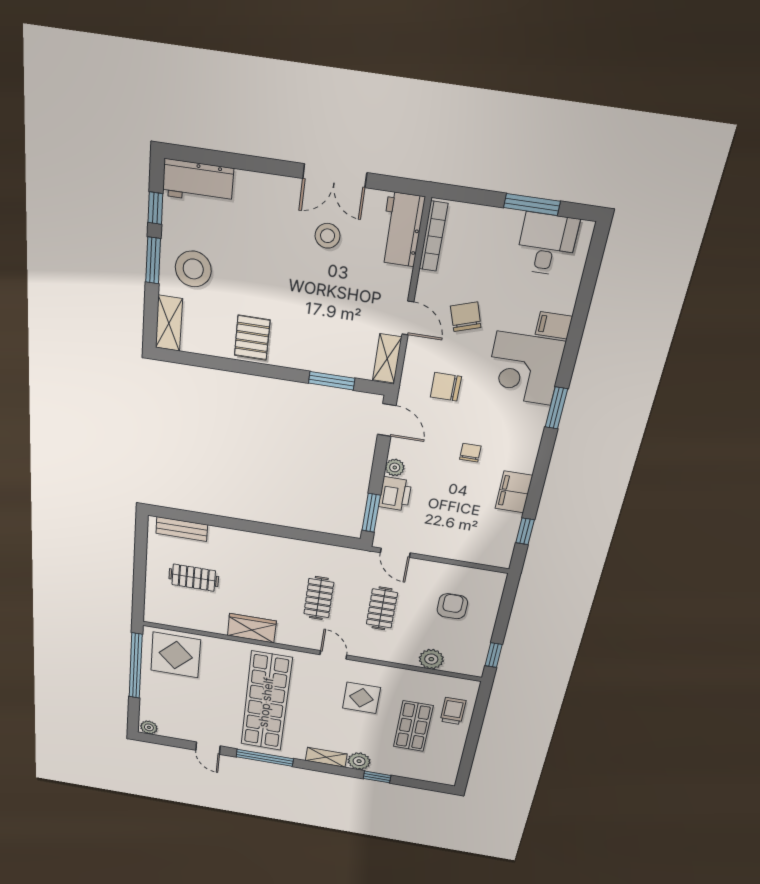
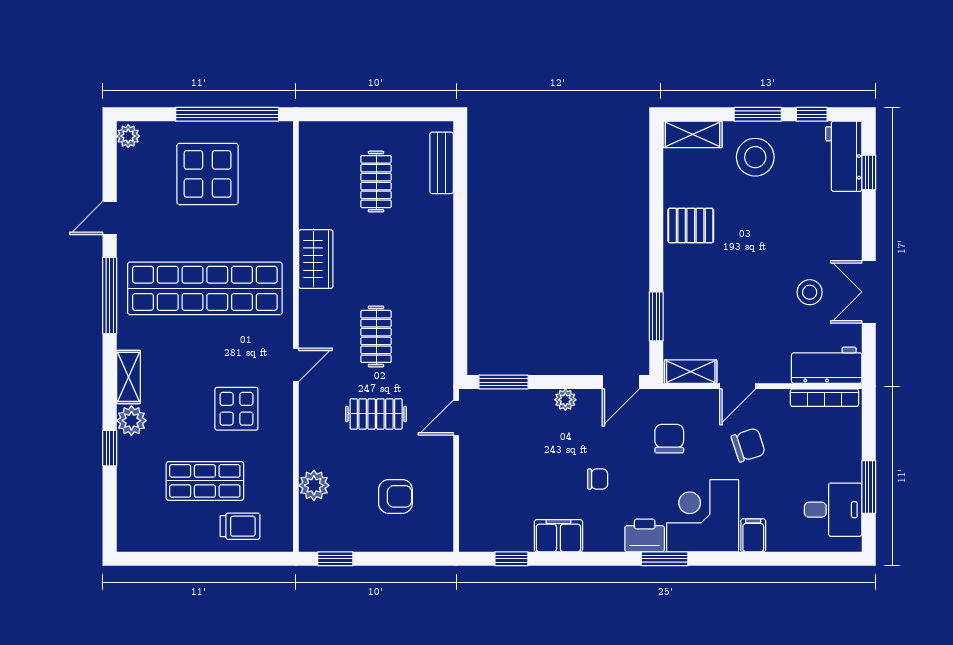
window: (215, 158) -> (869, 172), added
printer: (395, 494) -> (645, 535), moved, turned 180
clothes rail: (319, 598) -> (376, 336), turned 90
display table: (176, 655) -> (208, 174), moved

